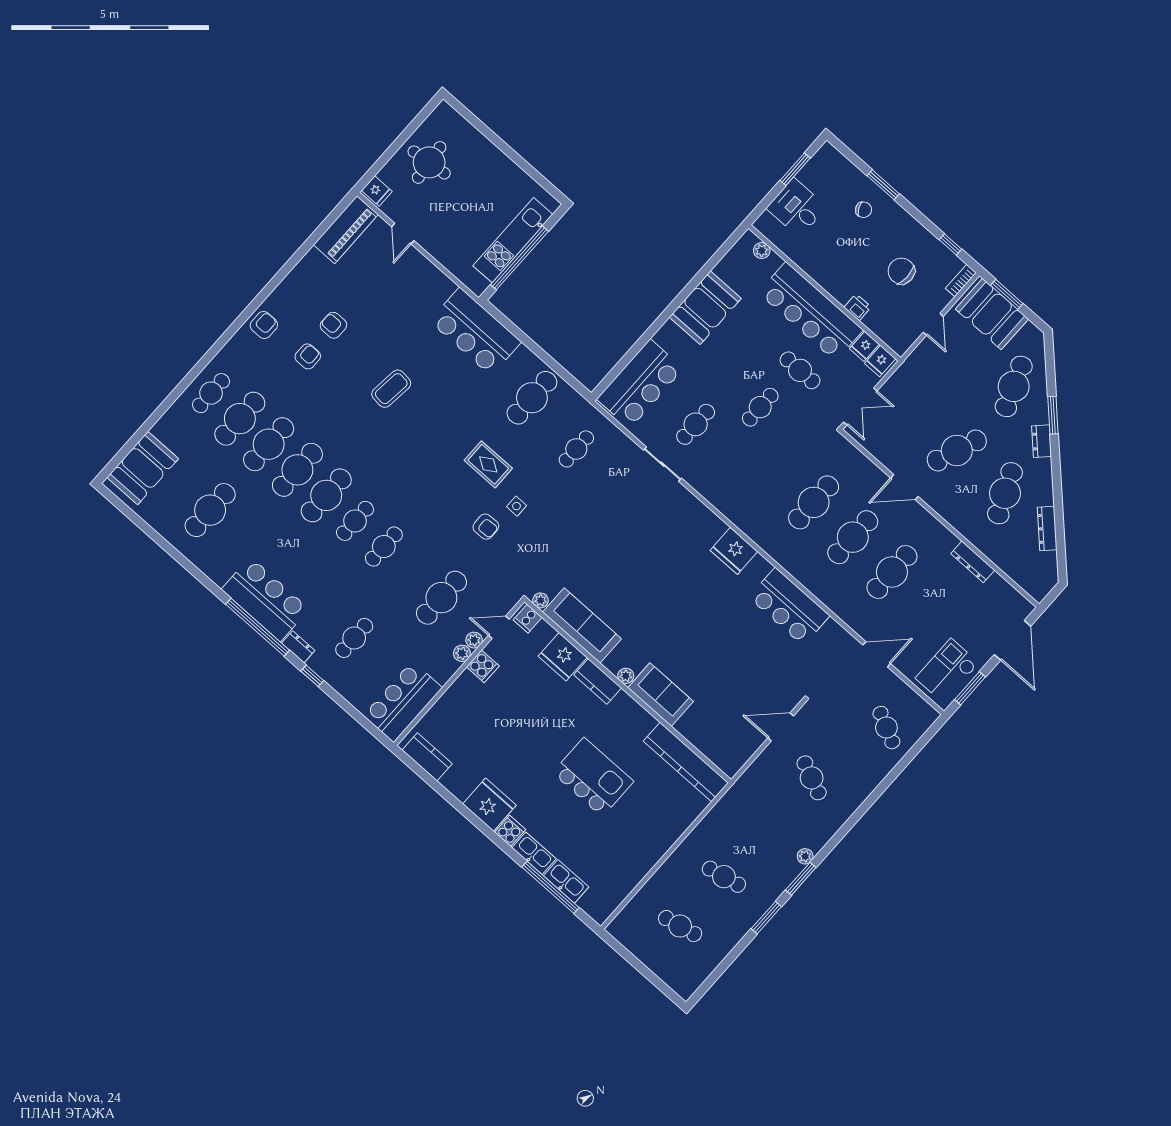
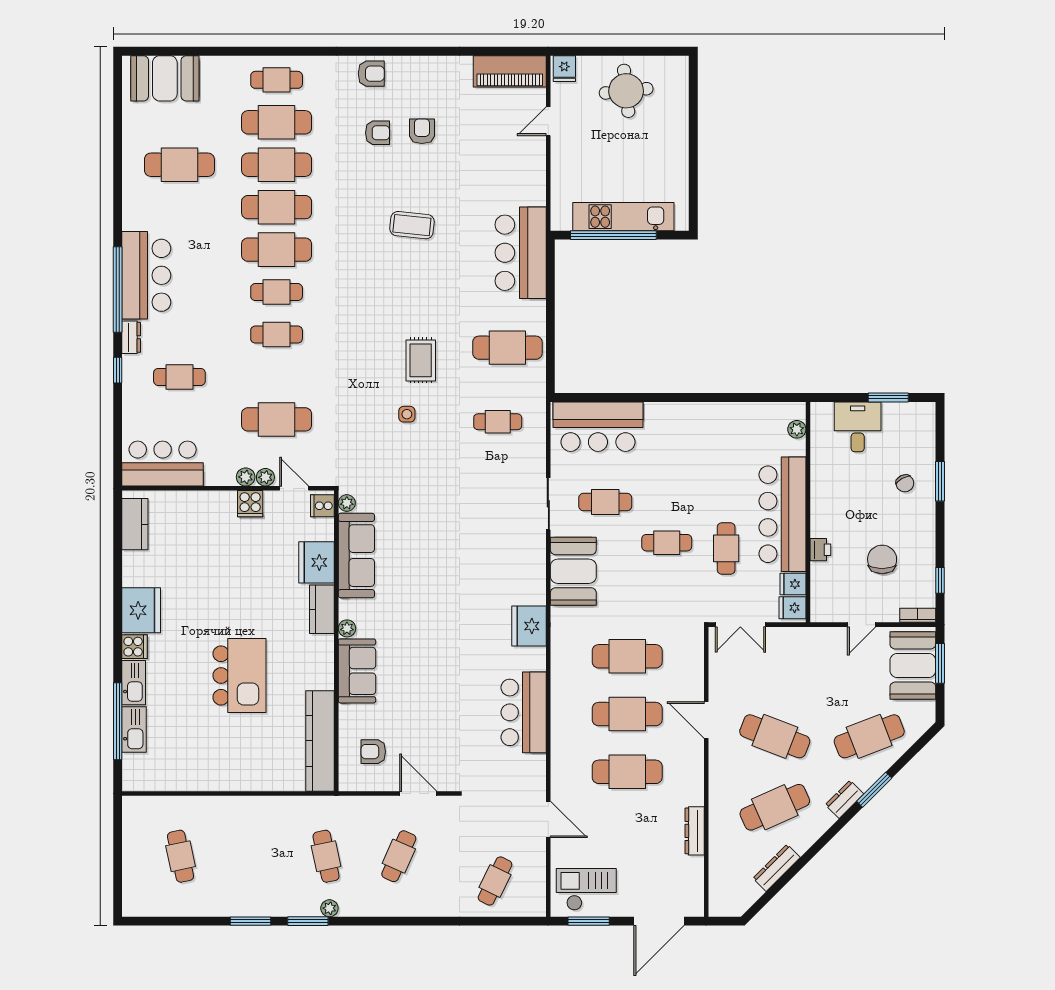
booth: (705, 308) -> (573, 571), moved, turned 90
armchair: (486, 527) -> (373, 752), moved, turned 92
cafe table: (724, 877) -> (326, 856), moved

